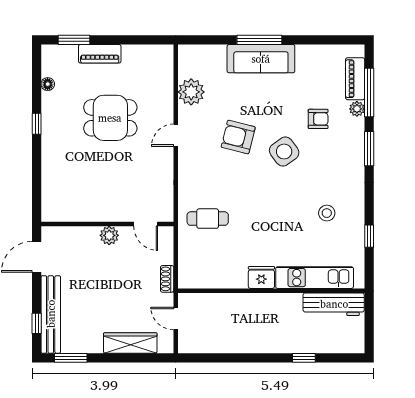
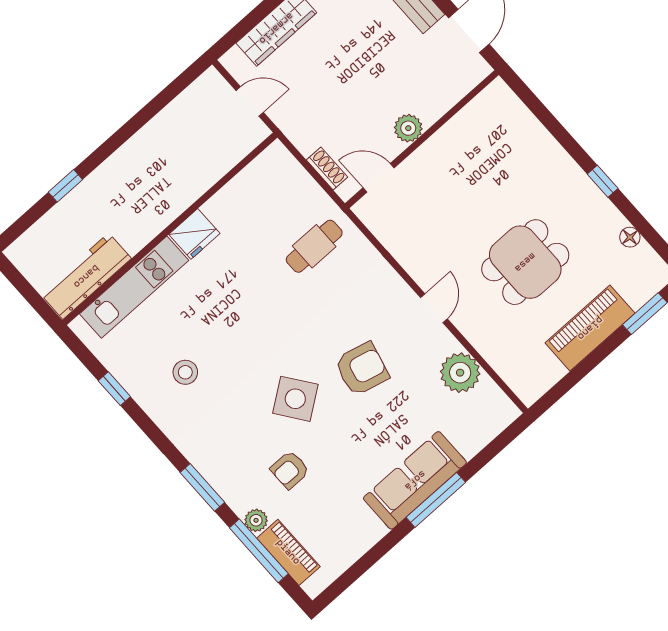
piano: (100, 54) -> (590, 328), width x1.37, depth x1.33
shoe rack: (167, 279) -> (327, 168), moved

